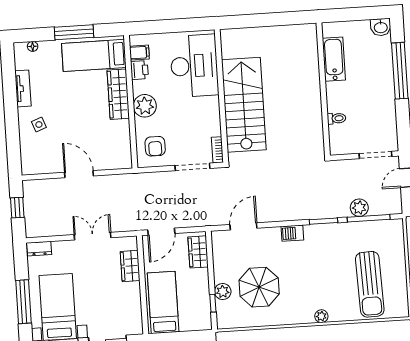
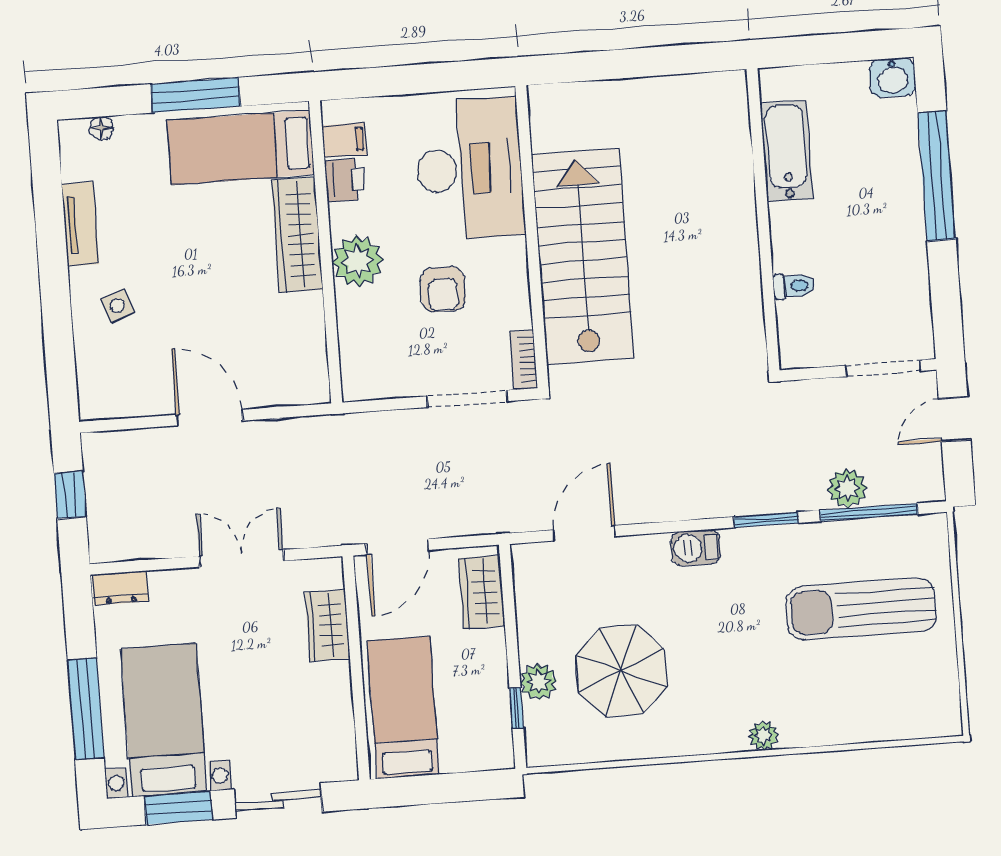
armchair: (155, 146) -> (443, 289), moved
sun lounger: (370, 284) -> (861, 609), moved, turned 92

